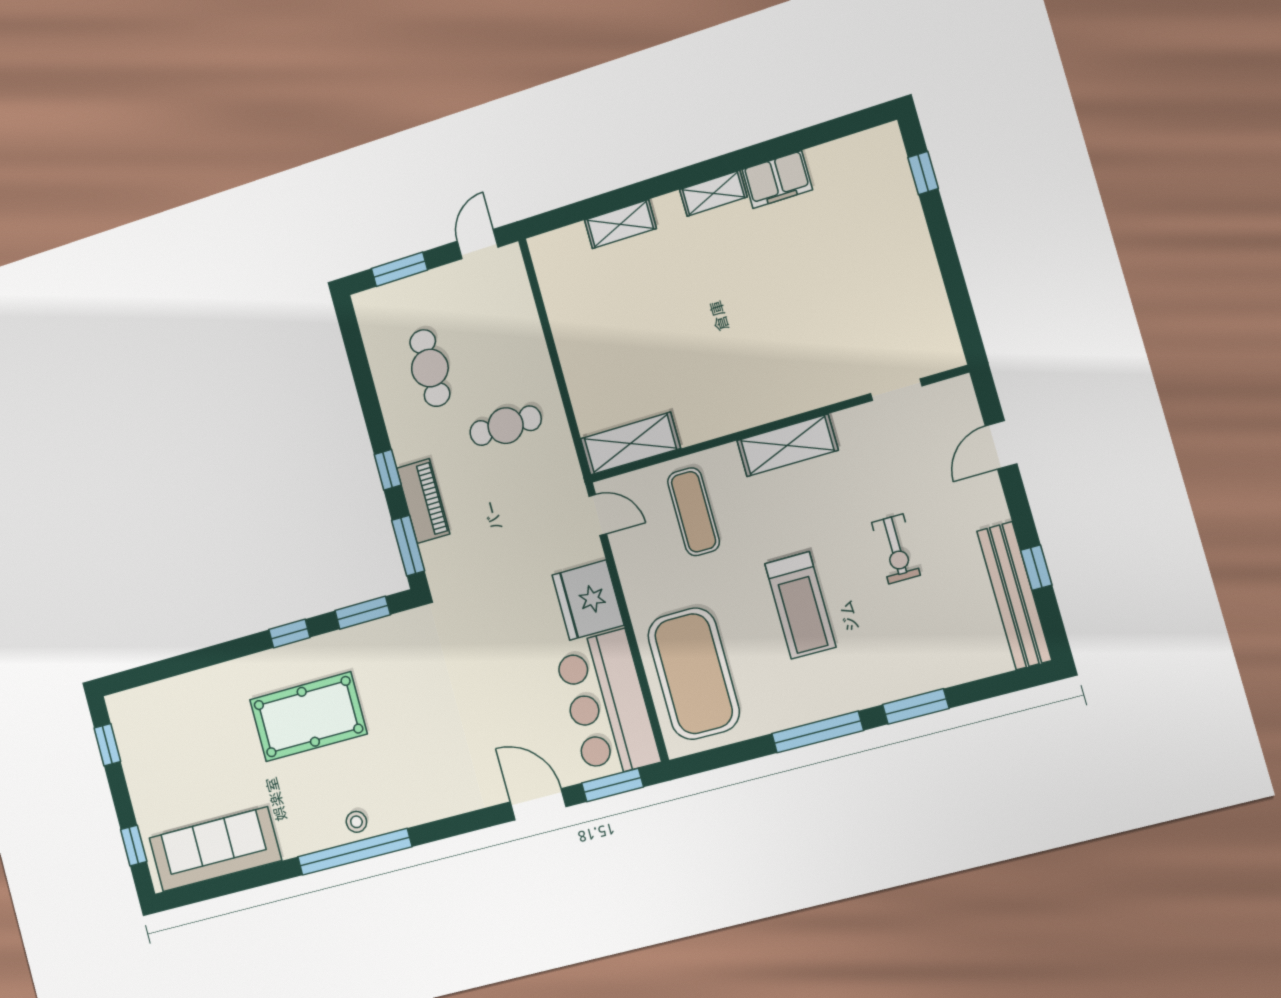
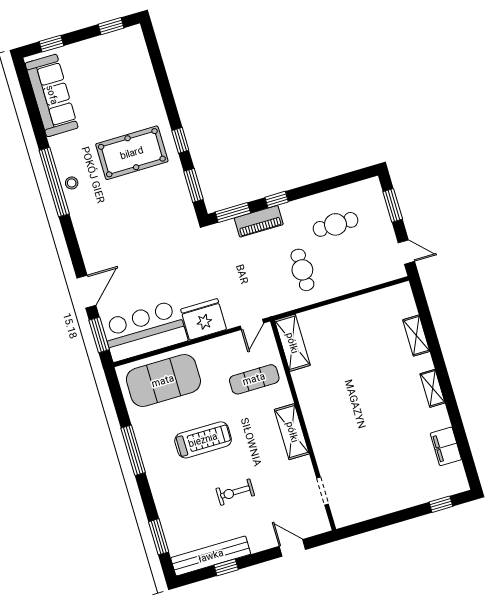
filing cabinet: (777, 180) -> (446, 446), moved
treadmill: (800, 605) -> (203, 440), turned 180
window: (916, 707) -> (159, 537), moved
pool table: (308, 717) -> (132, 153), turned 90

